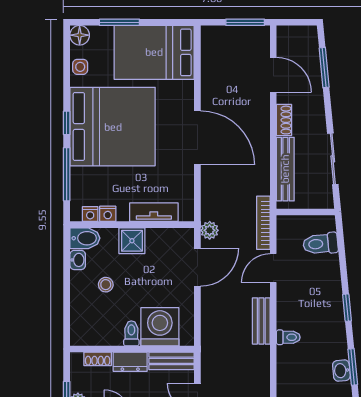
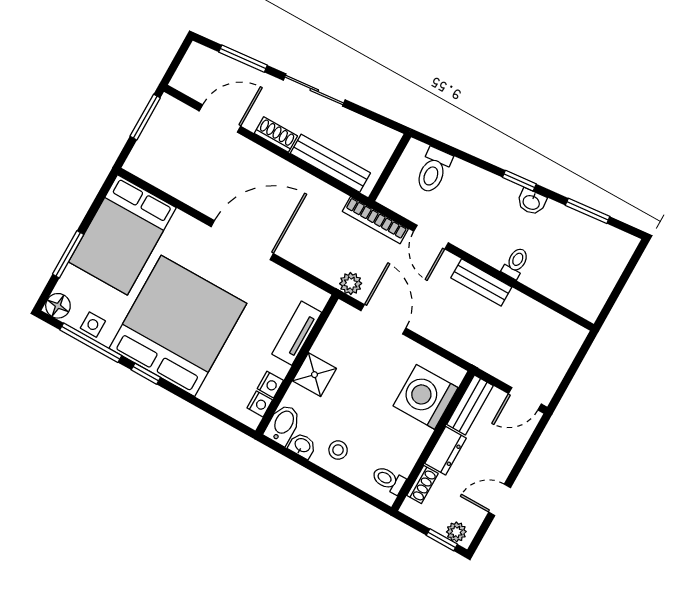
sliding door: (333, 159) -> (314, 90), moved
window: (67, 174) -> (91, 343), moved
stool: (106, 285) -> (338, 450), moved
toilet: (131, 333) -> (388, 480), moved
washbasin: (341, 371) -> (531, 202), moved

